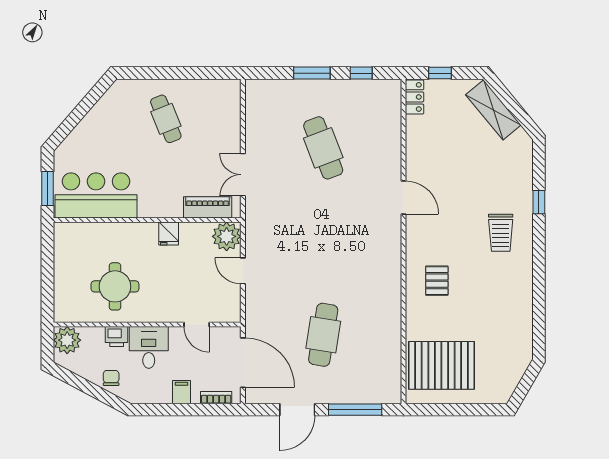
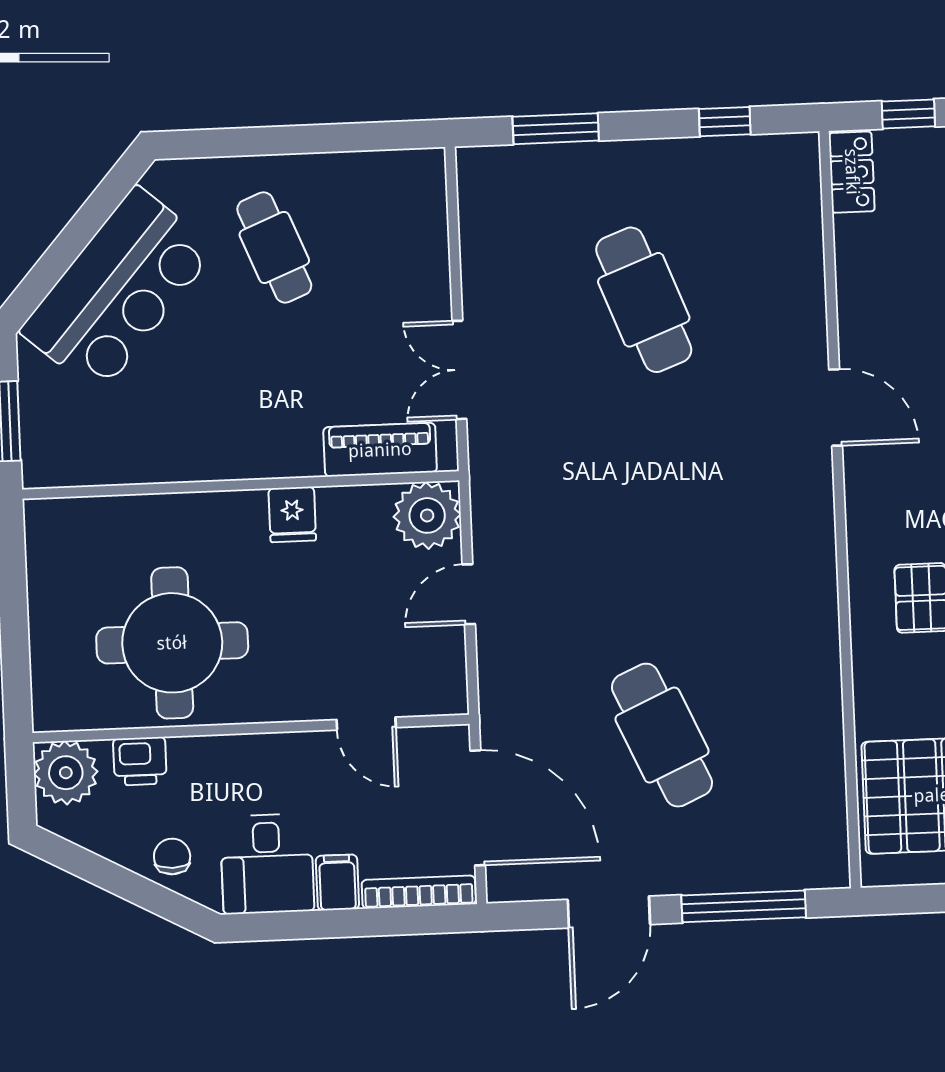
window: (312, 73) -> (556, 129), moved
bar counter: (96, 195) -> (118, 290), moved, turned 131
door: (243, 271) -> (469, 594), hinge flipped
round table: (115, 286) -> (172, 643), width x1.36, depth x1.36
cafe table: (323, 335) -> (662, 735), turned -33
printer: (117, 337) -> (140, 761), moved
desk: (149, 347) -> (267, 864), moved, turned 180
bookcase: (216, 398) -> (419, 892), width x1.56

